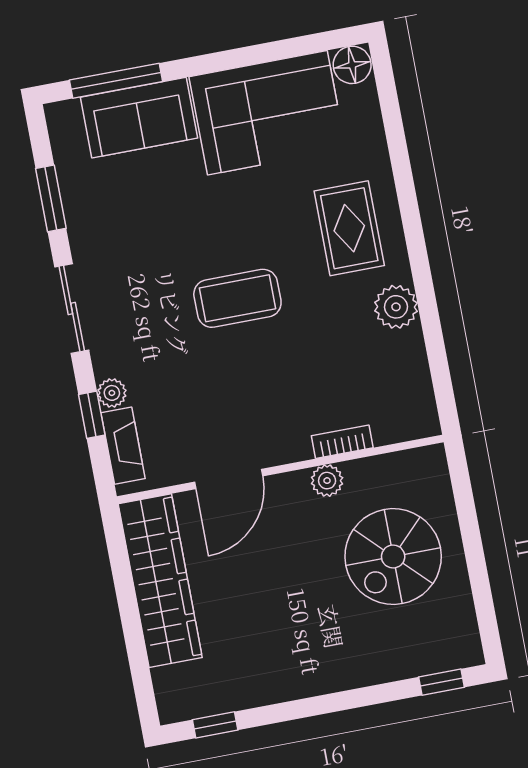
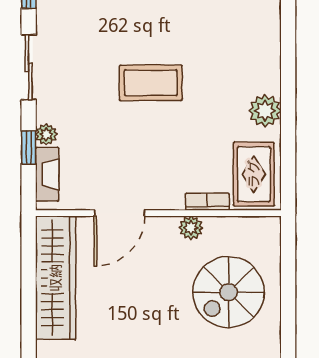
rug: (349, 228) -> (254, 174), moved

